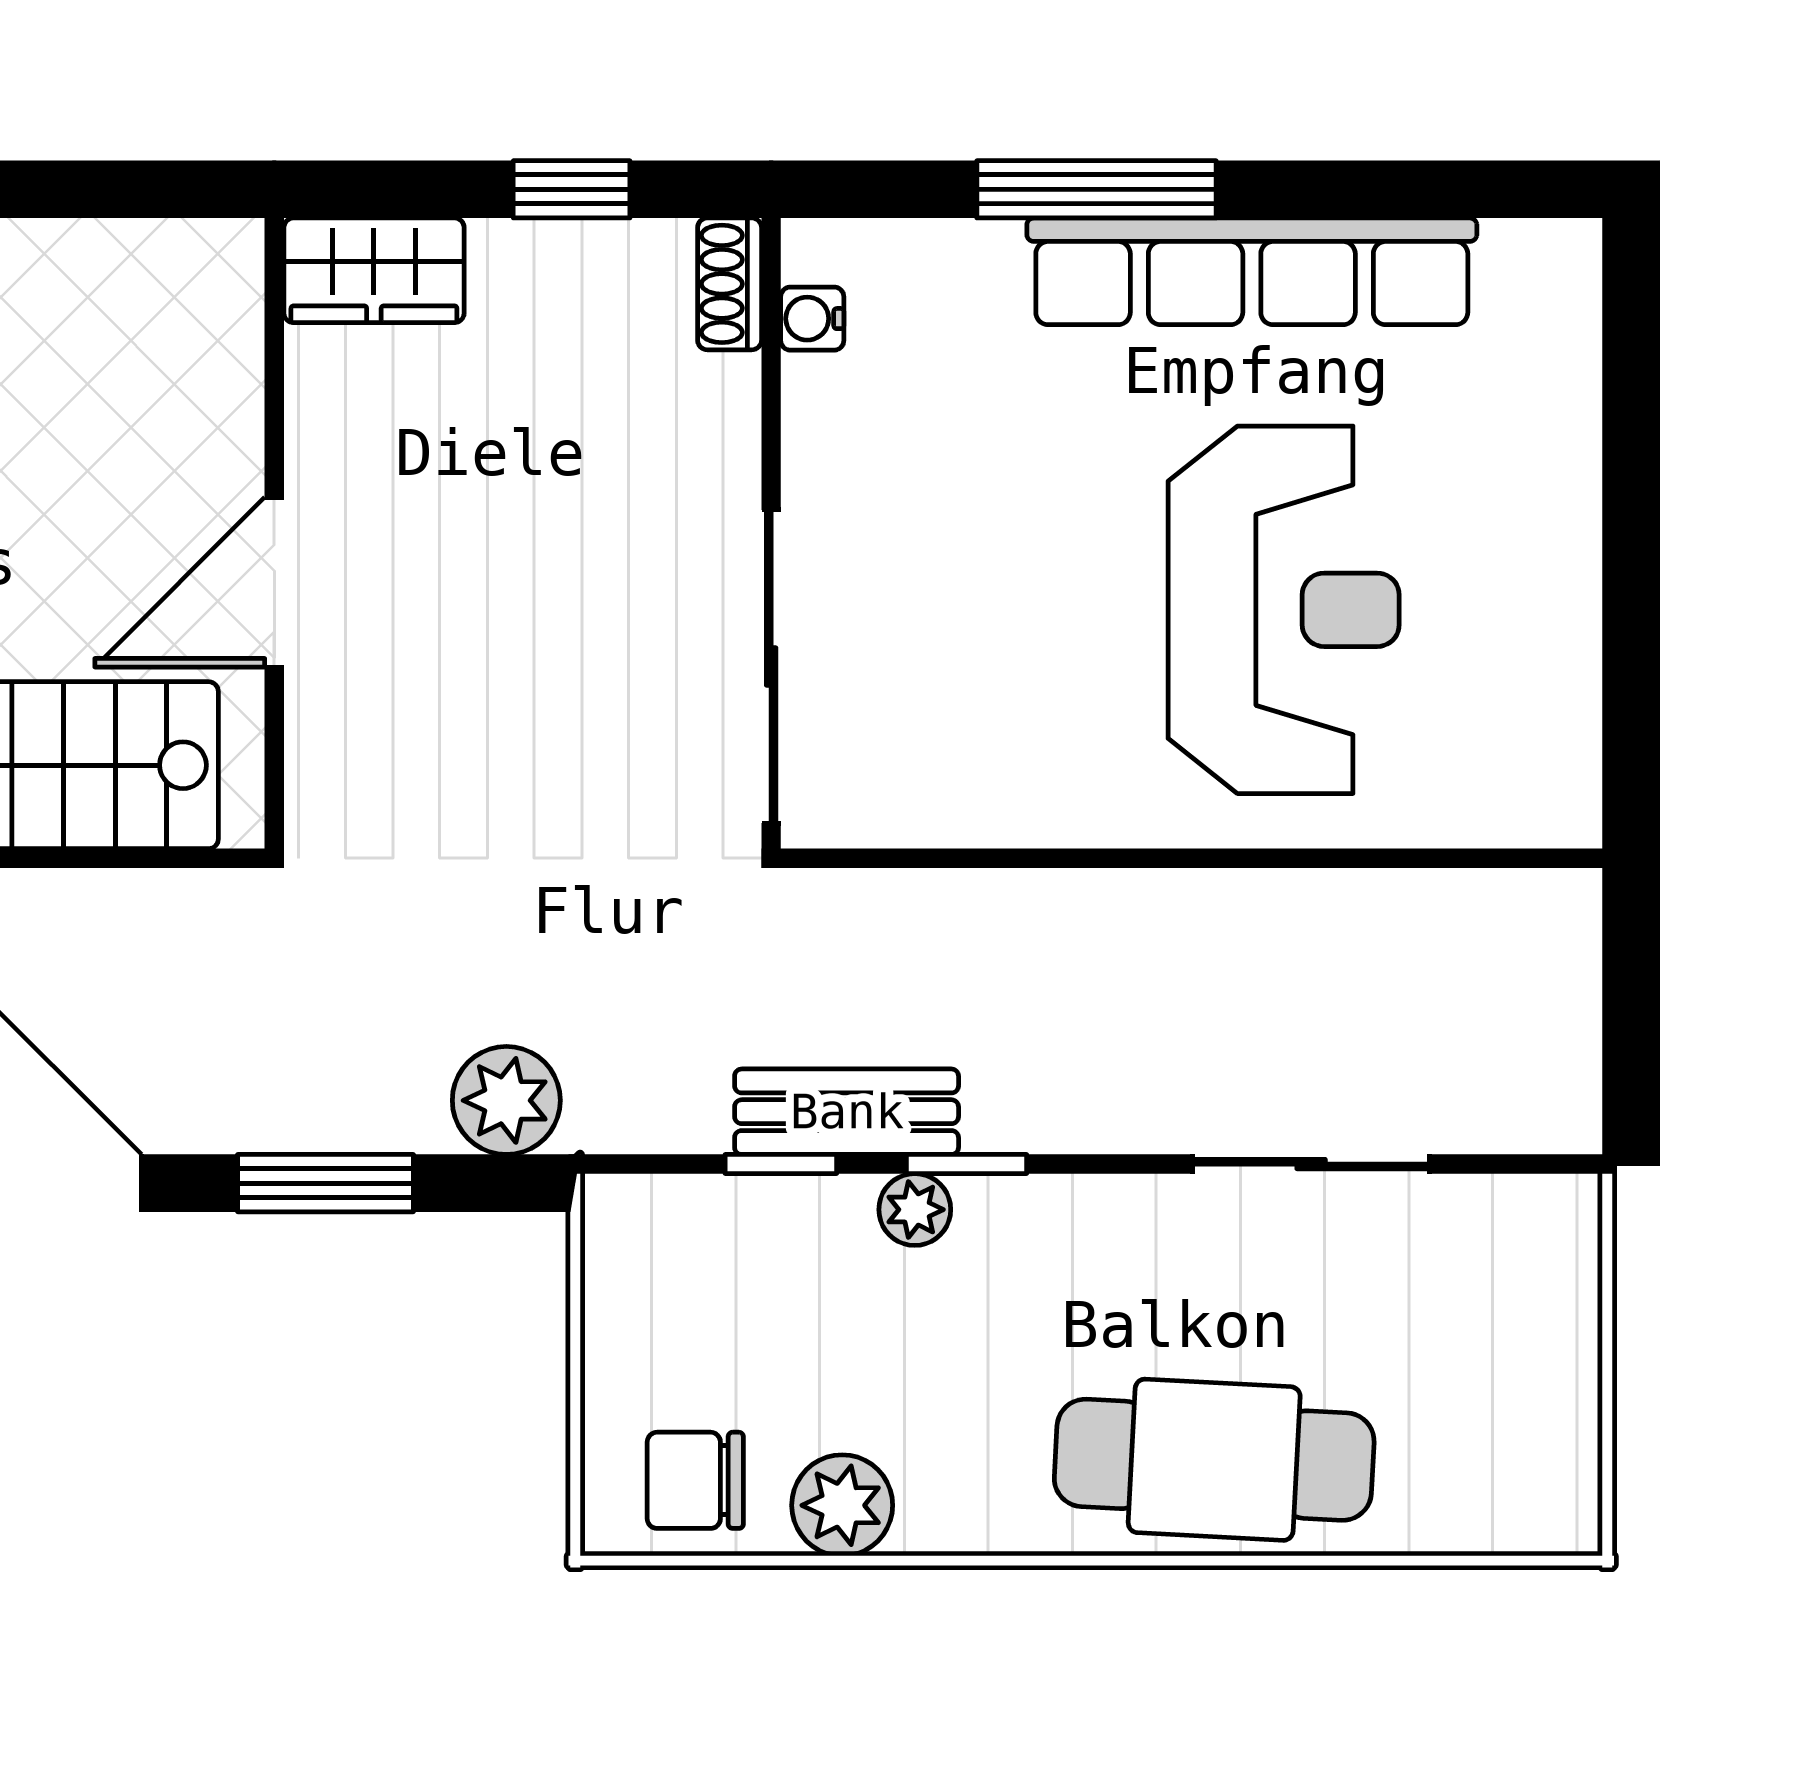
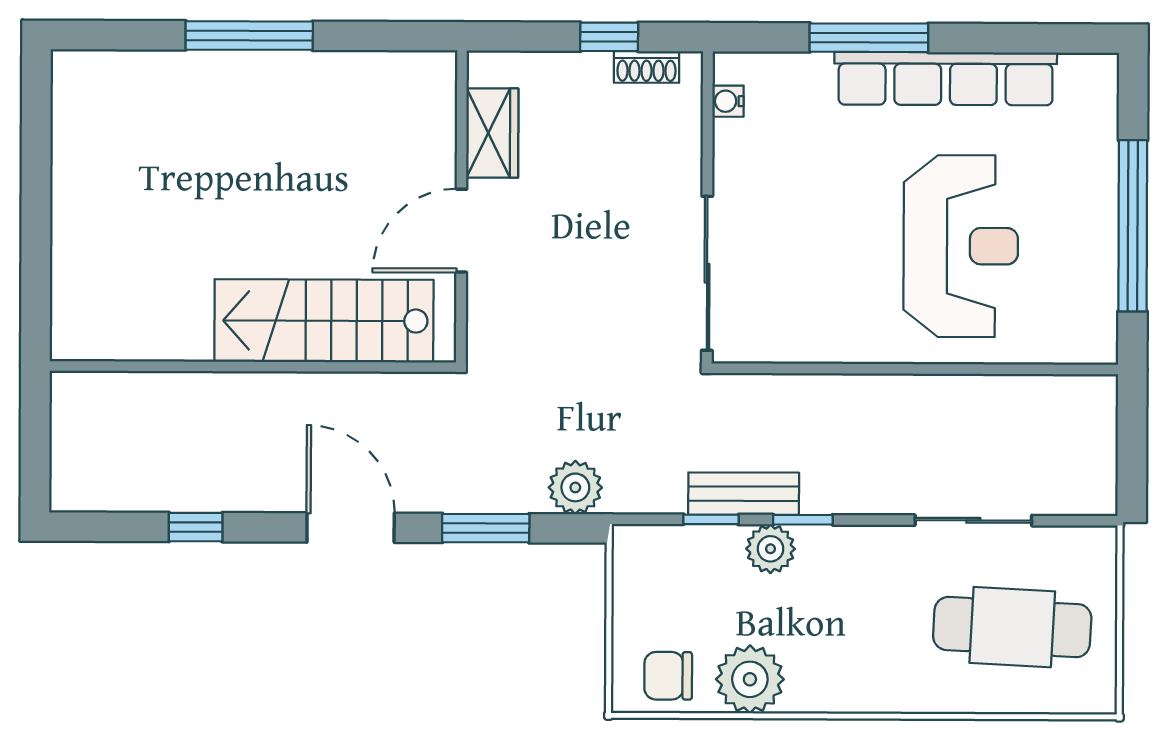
wardrobe: (374, 270) -> (492, 133), moved, turned -90
shoe rack: (730, 284) -> (647, 67), moved, turned -90
window: (1631, 568) -> (1133, 226), added
plant: (915, 1210) -> (771, 549), width x1.38, depth x1.38
cafe table: (1214, 1460) -> (1012, 627), moved
plant: (842, 1505) -> (750, 679), width x1.36, depth x1.36

